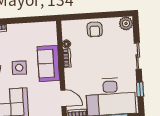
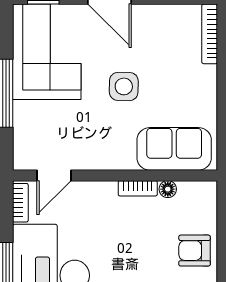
sofa: (49, 63) -> (174, 149), moved

